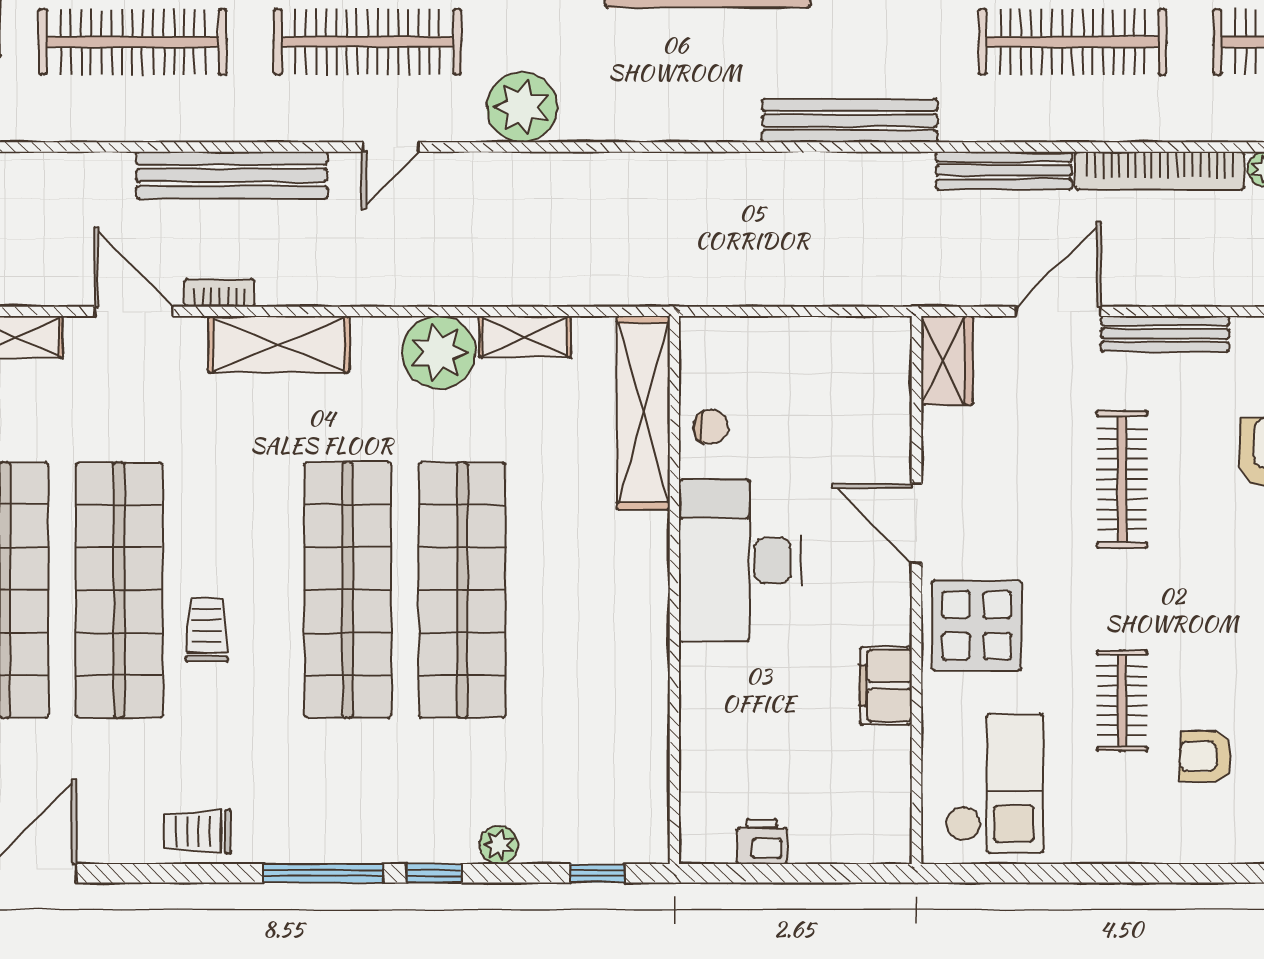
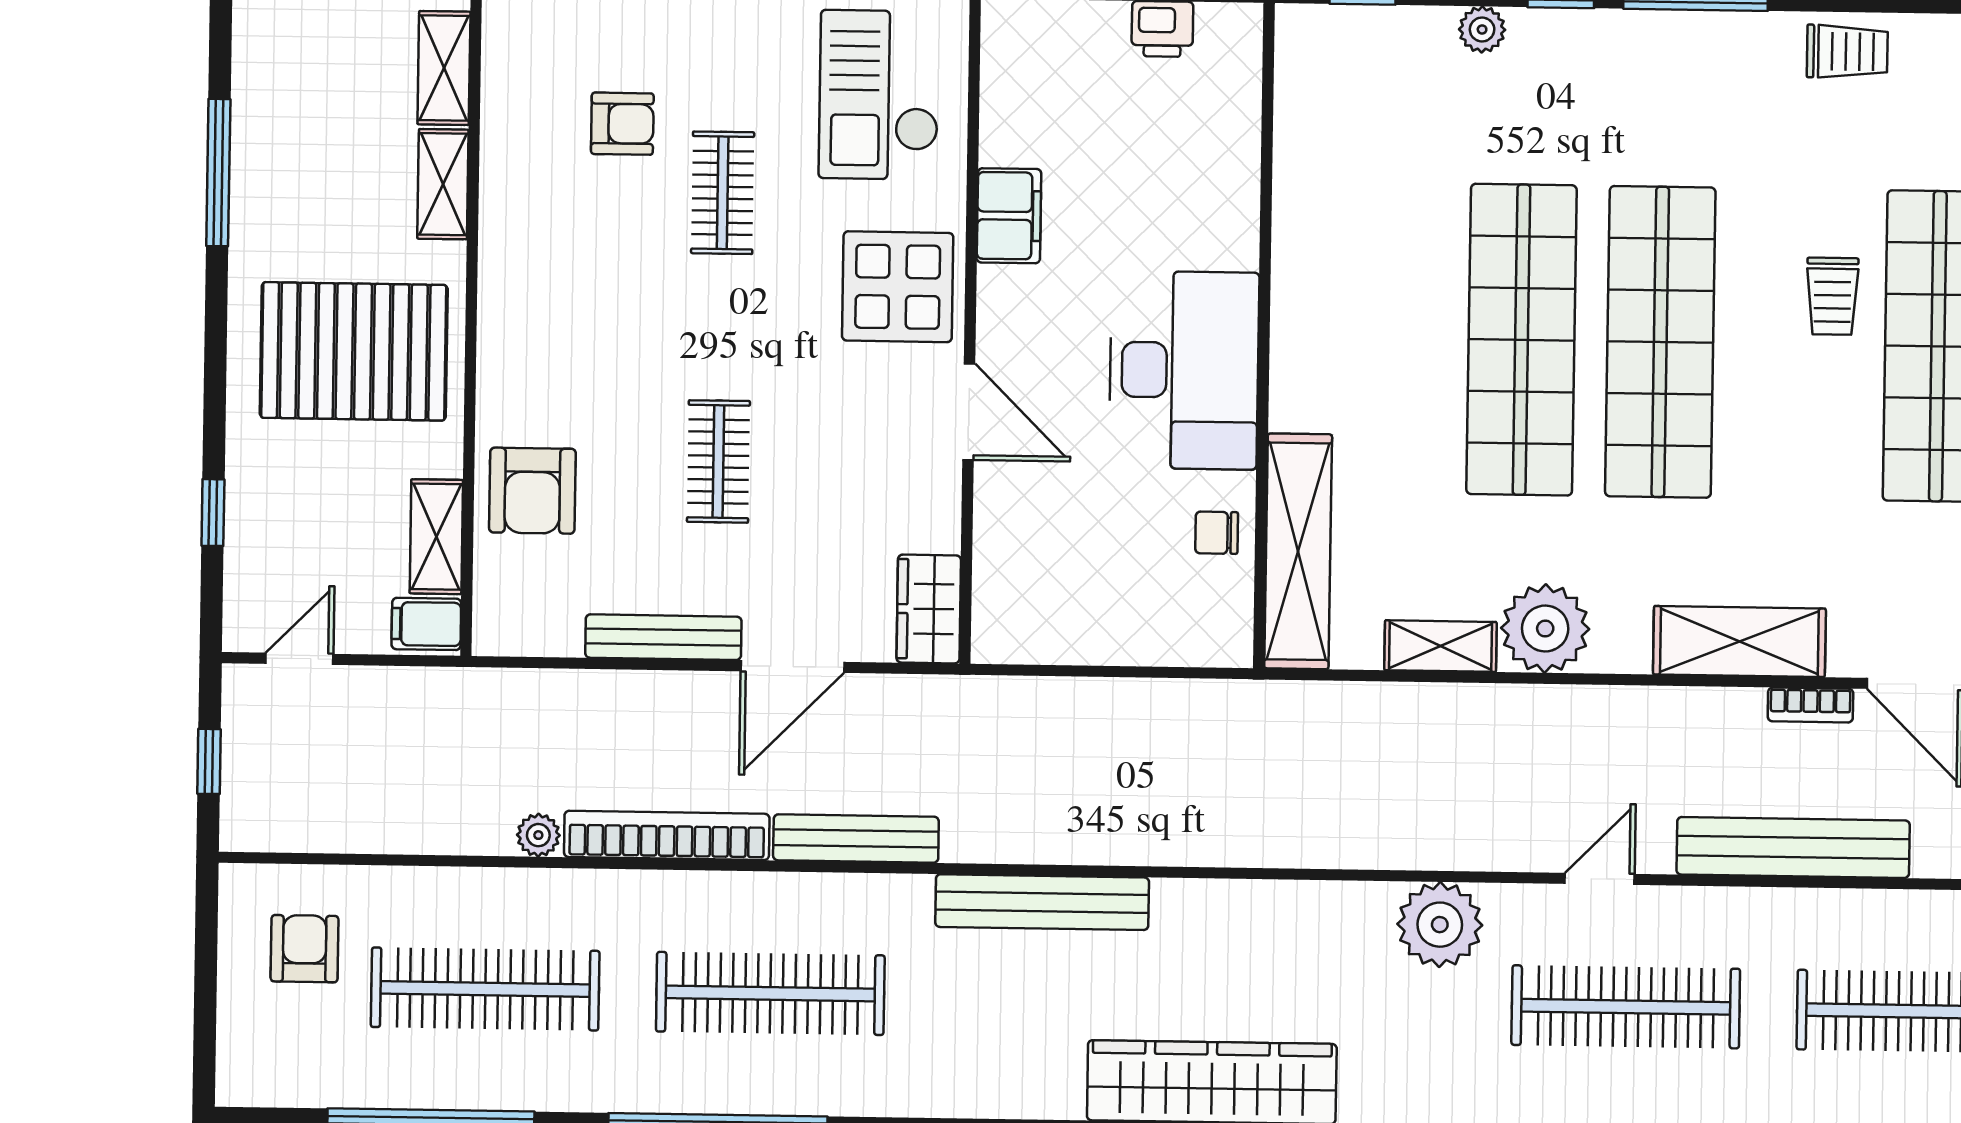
clothes rail: (1122, 479) -> (718, 461), width x0.73

